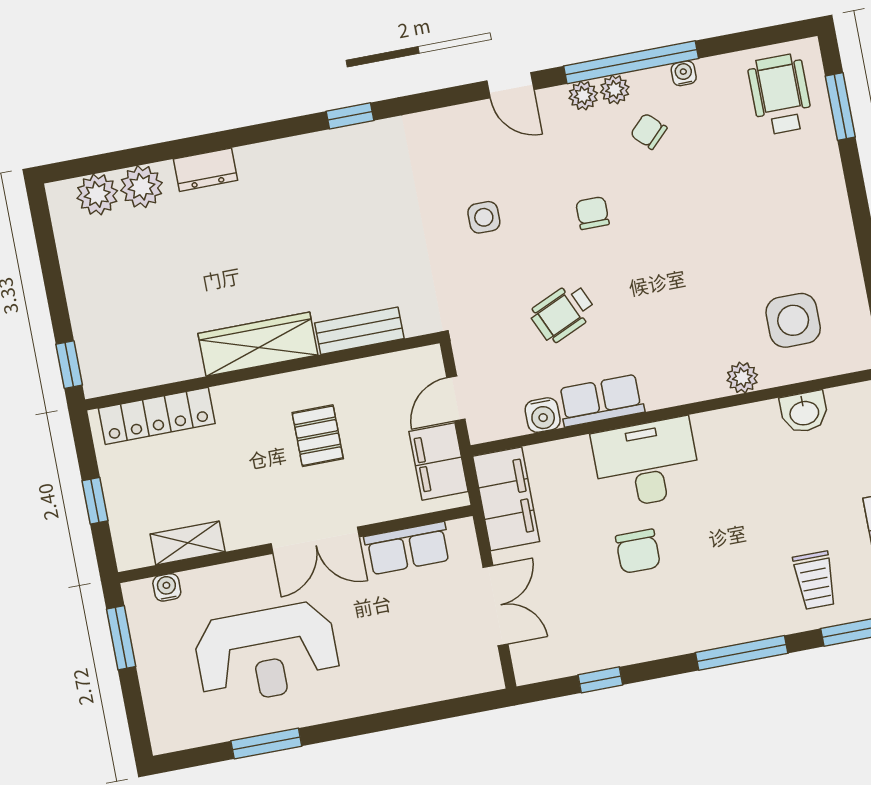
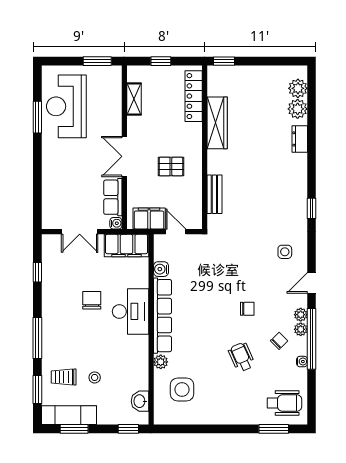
side table: (484, 217) -> (285, 252), moved
wheelchair: (563, 313) -> (242, 357), moved
wardrobe: (258, 344) -> (217, 123), moved
row of seats: (601, 400) -> (162, 316), width x2.02
washbasin: (804, 412) -> (140, 401), moved
stool: (803, 513) -> (95, 377), added
chair: (638, 551) -> (92, 300), turned 90
water cooler: (167, 587) -> (116, 223), moved
reception desk: (267, 653) -> (66, 106), moved

